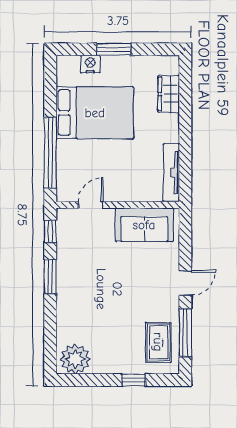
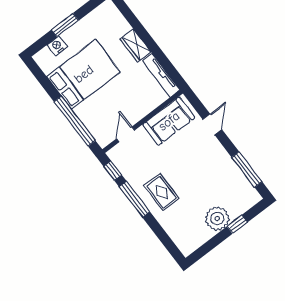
wardrobe: (169, 94) -> (135, 46), moved
window: (50, 276) -> (134, 199), width x1.44
door: (185, 283) -> (212, 124), moved
rug: (158, 342) -> (161, 192), moved
plant: (75, 359) -> (217, 219), moved

